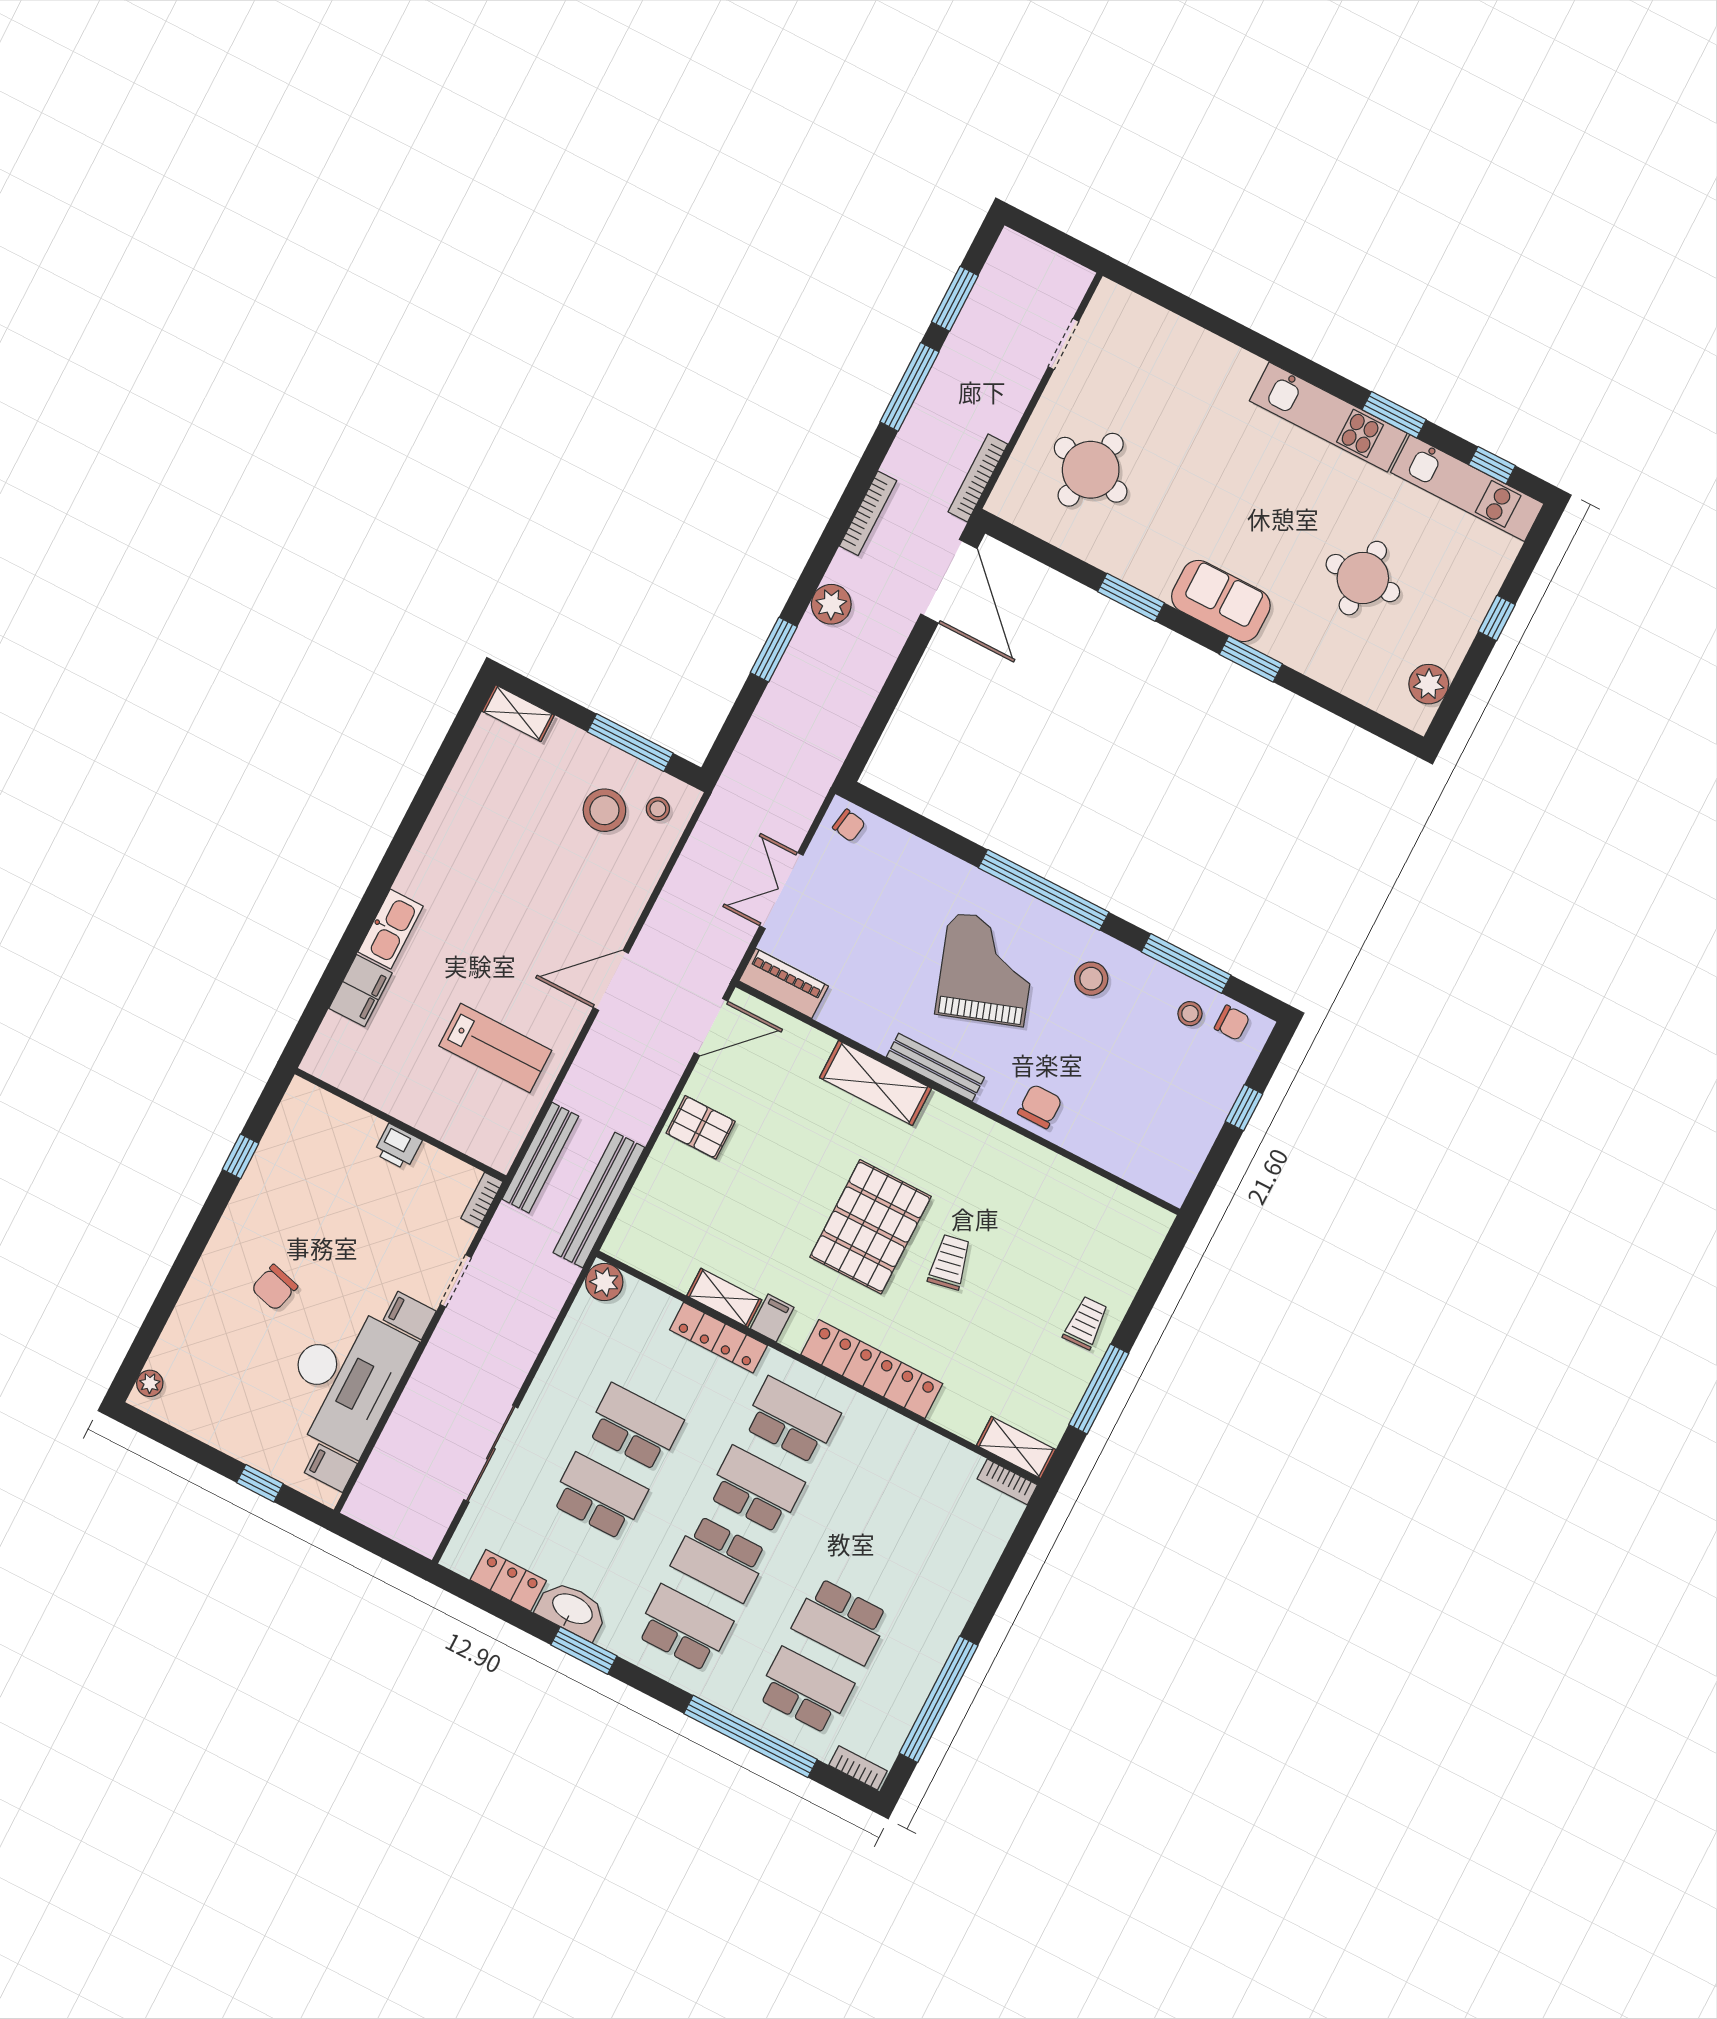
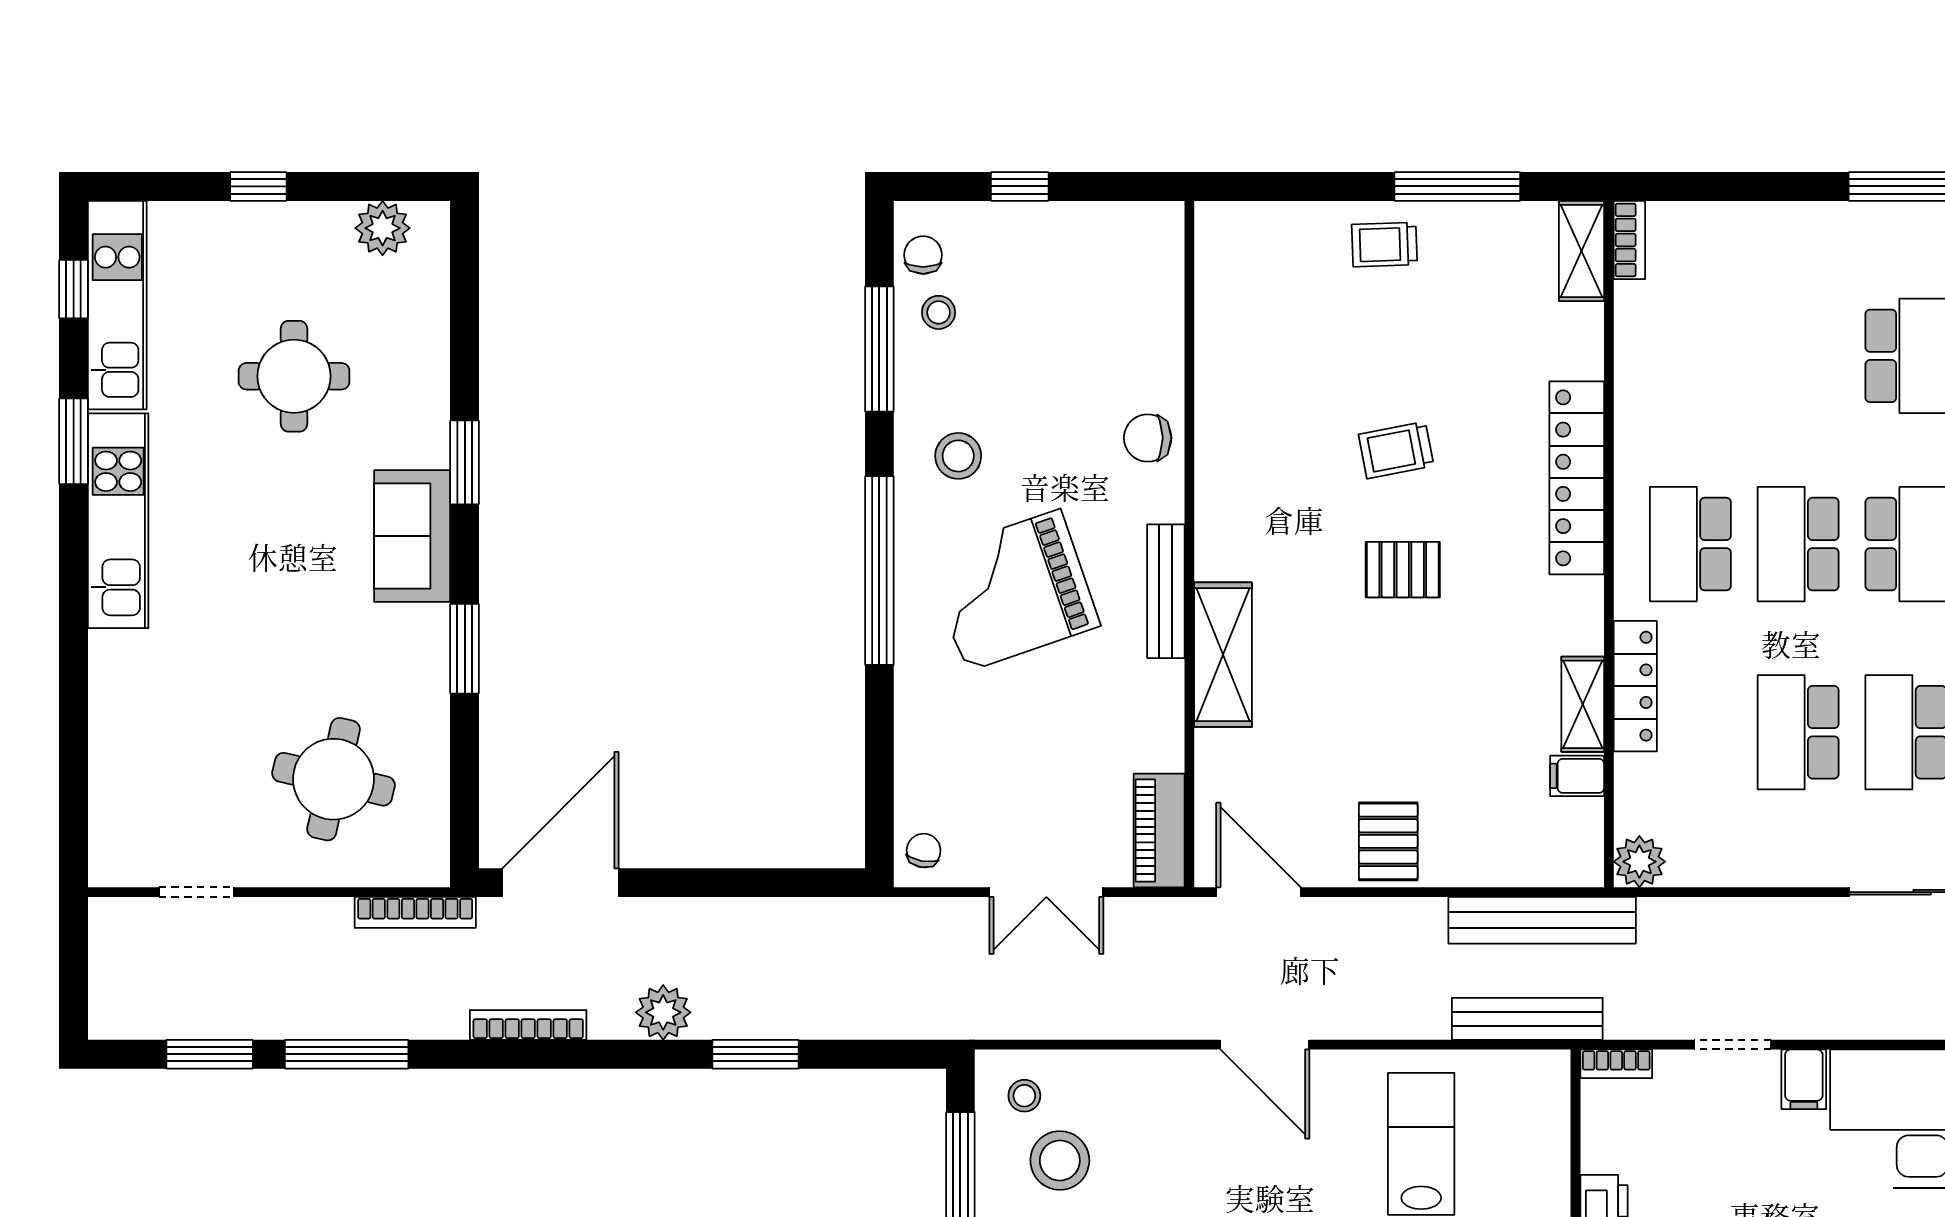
pallet: (871, 1227) -> (1403, 570), width x0.49, depth x0.50
filing cabinet: (772, 1318) -> (1577, 776), moved

